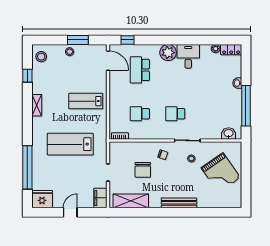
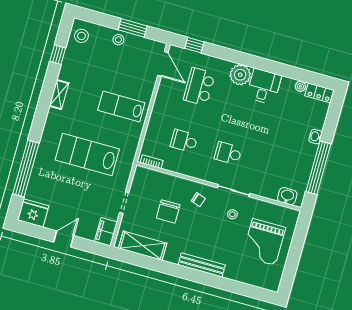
grand piano: (221, 173) -> (264, 242), turned 35

